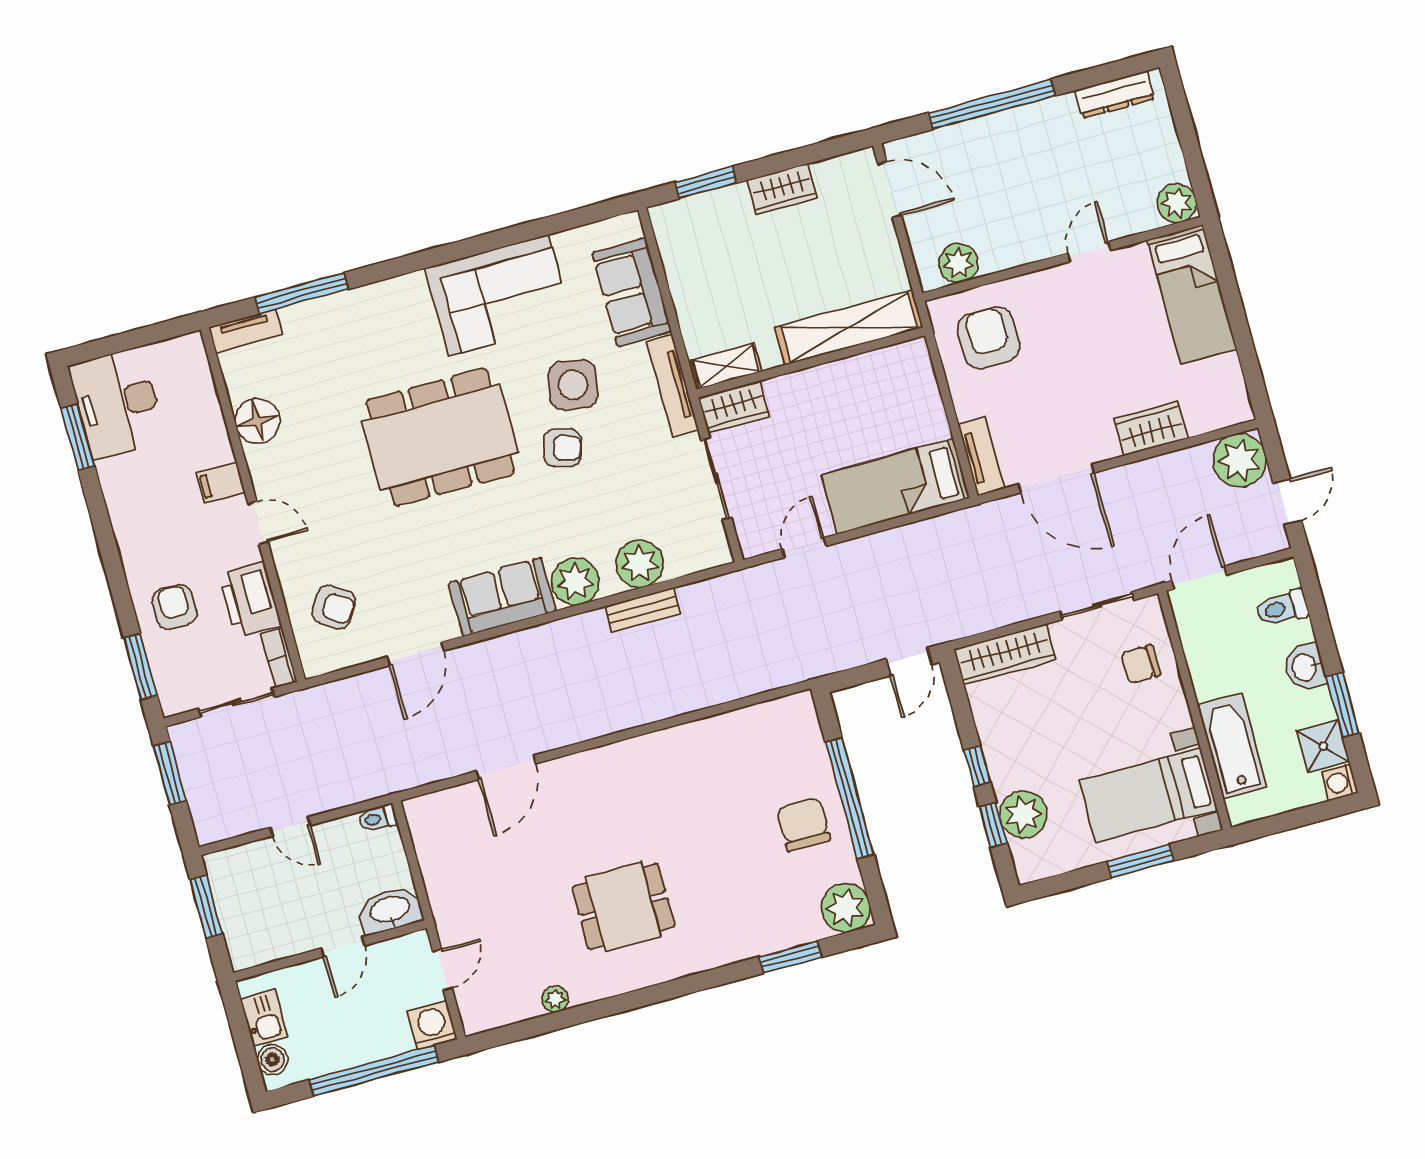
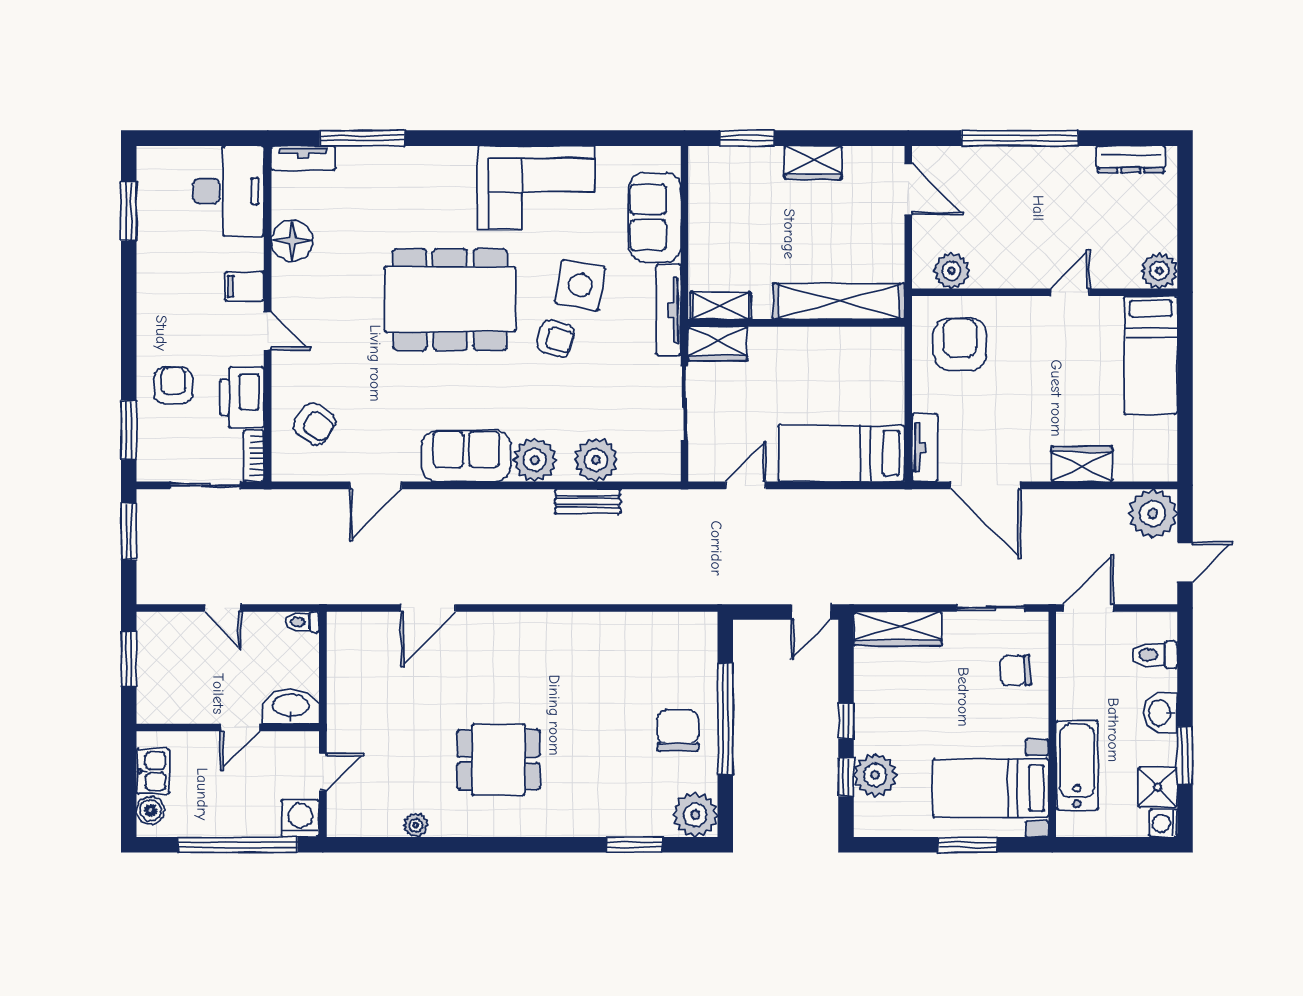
desk: (117, 403) -> (228, 191), moved, turned 180

